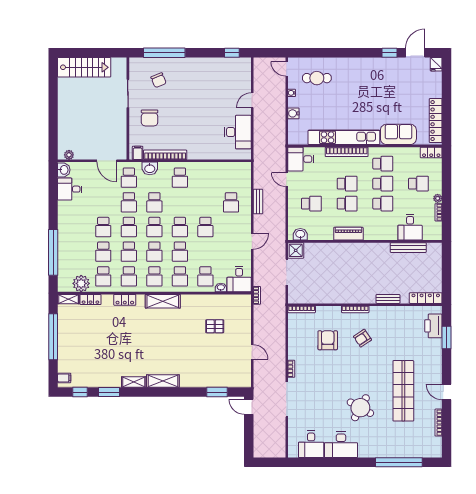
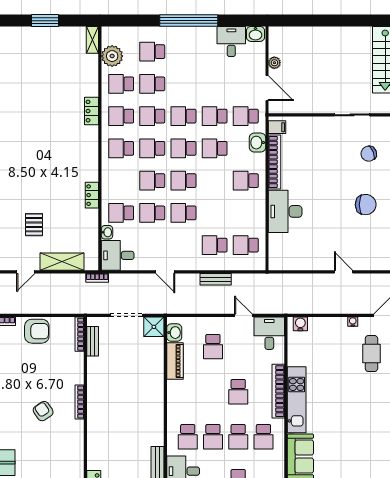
water cooler: (293, 113) -> (300, 324), moved
chair: (150, 118) -> (366, 205), moved, turned 180
desk: (238, 132) -> (285, 211), moved, turned 90
kitchen unit: (344, 137) -> (297, 400), width x0.73
plant: (69, 155) -> (274, 63), moved
door: (107, 161) -> (267, 88), swing flipped
school desk: (231, 178) -> (246, 245), added
door: (287, 180) -> (243, 315), hinge flipped
school desk: (347, 204) -> (188, 437), moved
school desk: (103, 227) -> (152, 52), moved
piano: (348, 234) -> (175, 361), moved
window: (53, 252) -> (189, 21), moved
school desk: (180, 276) -> (152, 213), moved
bench: (388, 299) -> (93, 341), moved
locker: (90, 300) -> (92, 195), moved
shelving: (163, 301) -> (62, 262), moved, turned 90
pallet: (215, 326) -> (34, 225), moved
window: (53, 337) -> (45, 21), width x0.47
armchair: (328, 340) -> (37, 331), moved

